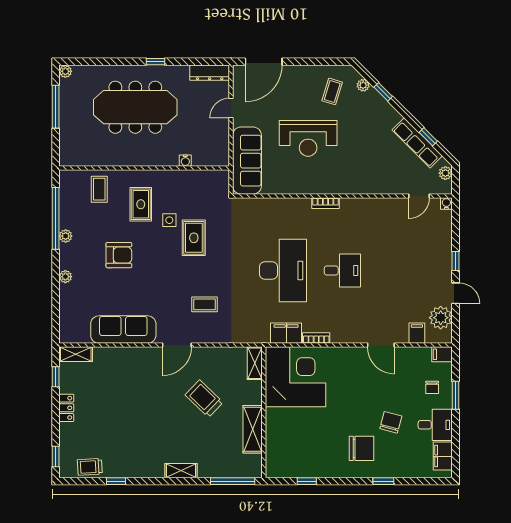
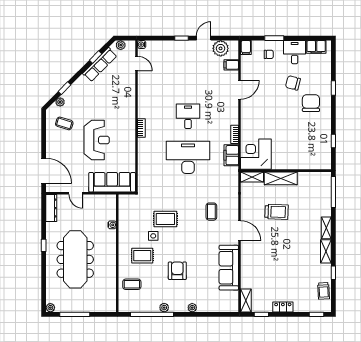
corner desk: (296, 377) -> (256, 154), width x0.74, depth x0.74
trolley: (204, 399) -> (277, 212), turned -132
shelving: (253, 429) -> (281, 178), moved
shelving: (147, 470) -> (326, 251), added

